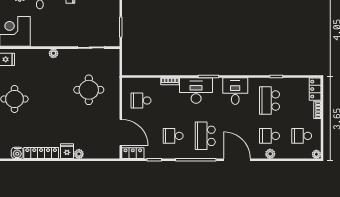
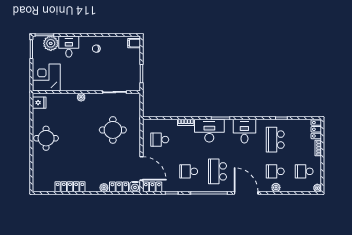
fridge: (67, 151) -> (93, 185), removed
water cooler: (17, 153) -> (135, 187), moved
locker: (96, 153) -> (119, 187), added

